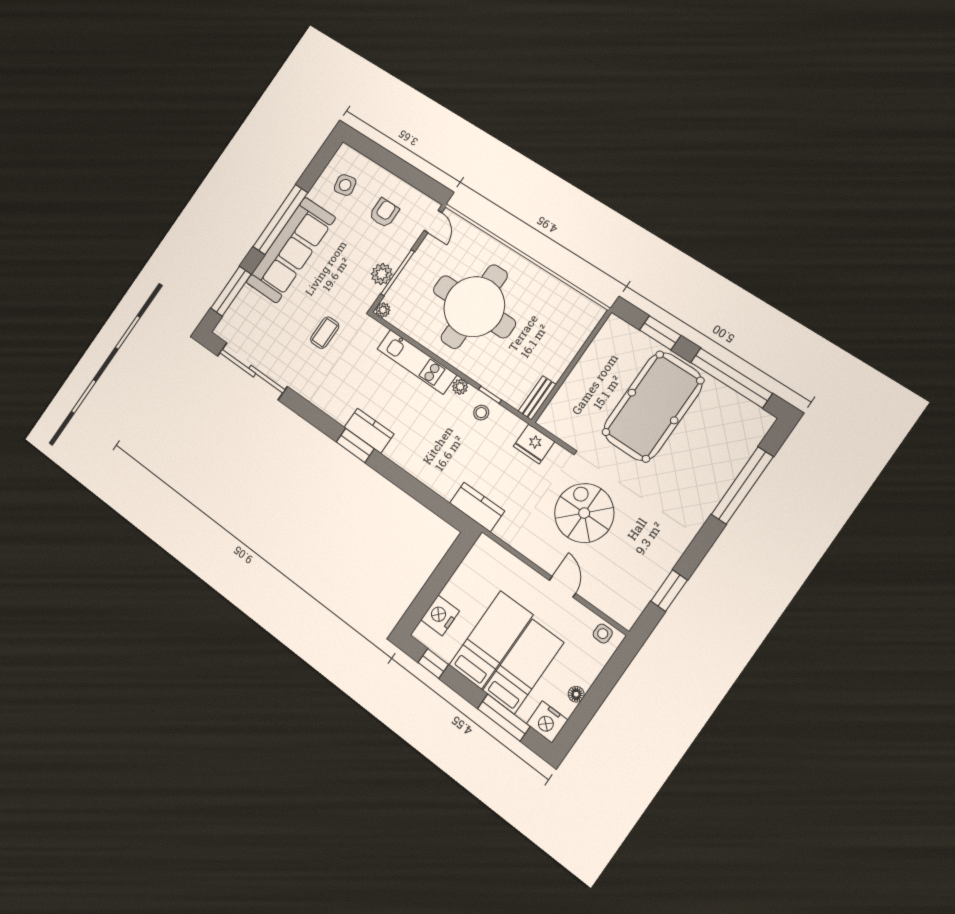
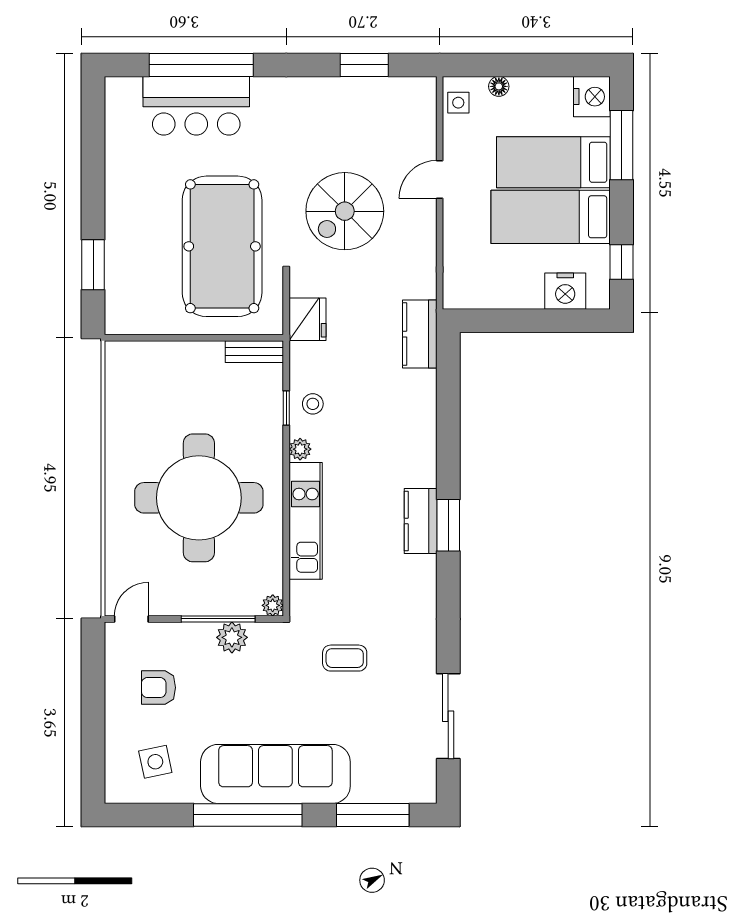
sliding door: (252, 371) -> (448, 716), width x0.73
window: (731, 378) -> (93, 154), removed
pool table: (653, 406) -> (222, 246), moved, turned 90
bar counter: (717, 464) -> (196, 106), added
floor lamp: (576, 694) -> (499, 86), moved

